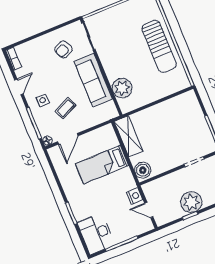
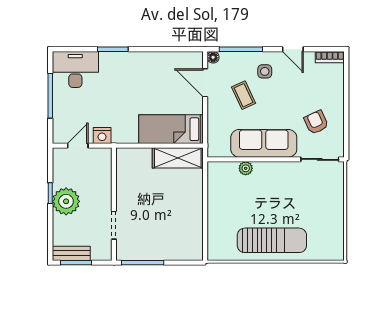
sun lounger: (159, 46) -> (272, 240), turned 180
plant: (122, 88) -> (246, 168), width x0.53, depth x0.53
bed: (102, 165) -> (171, 129), moved, turned -90
boiler: (143, 170) -> (129, 158), removed

